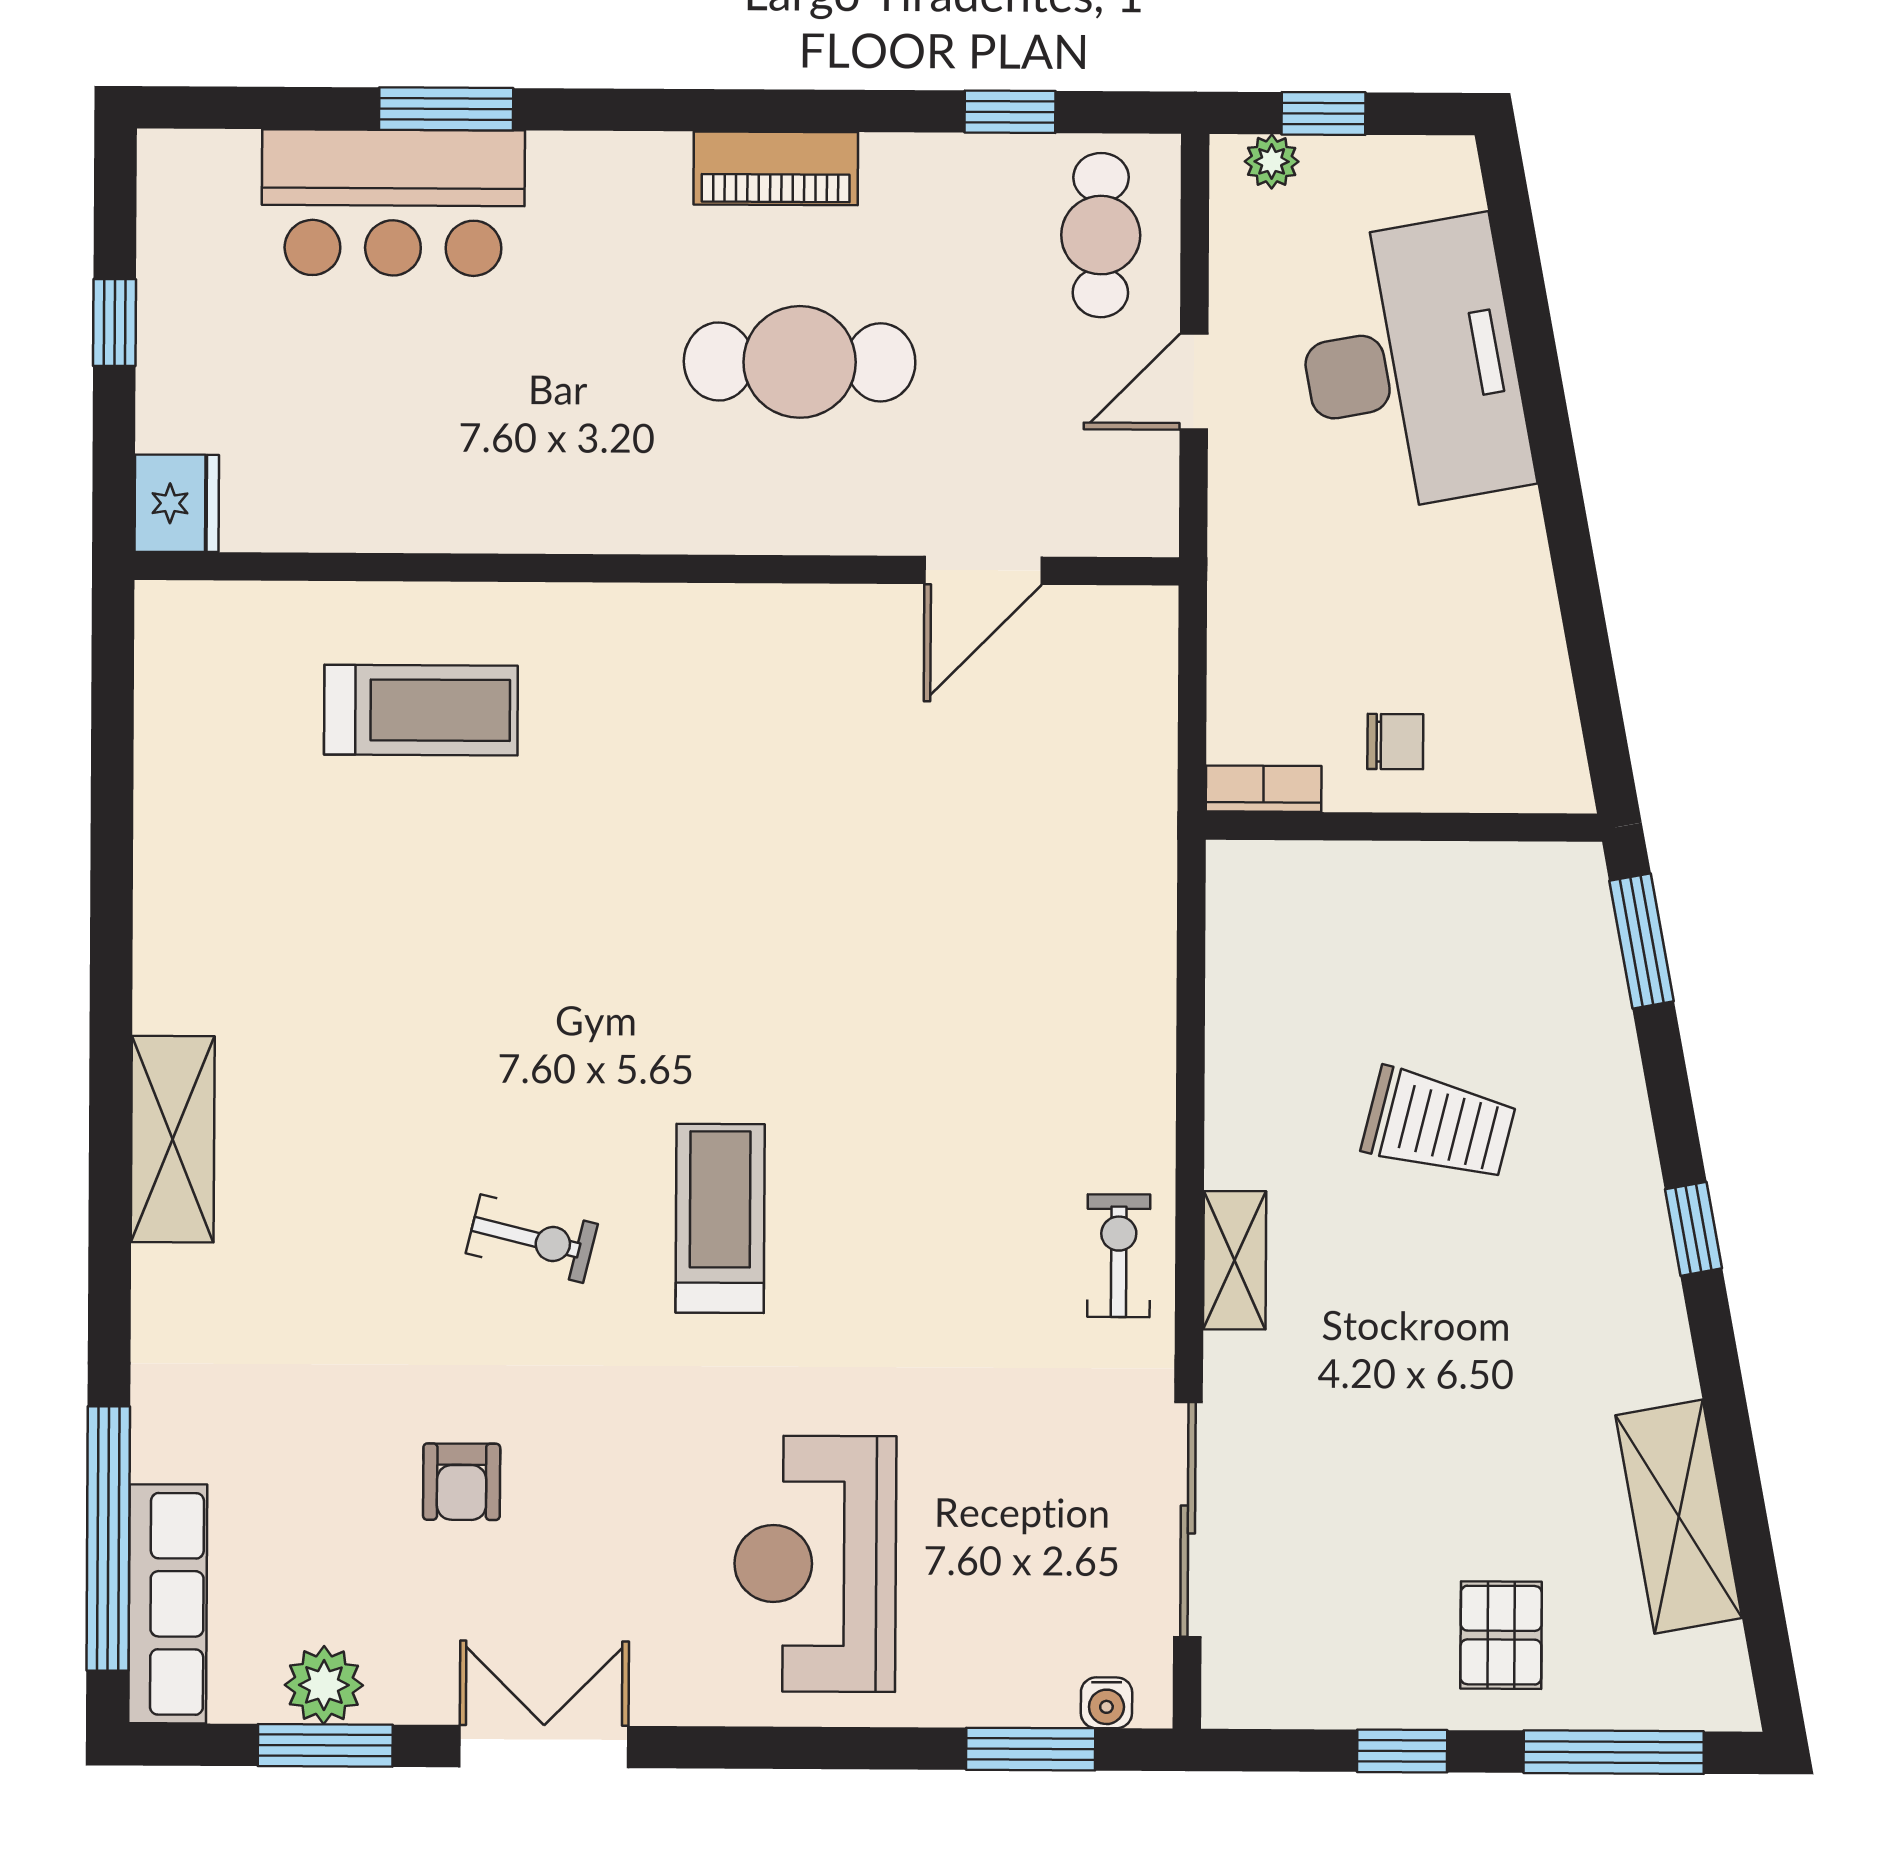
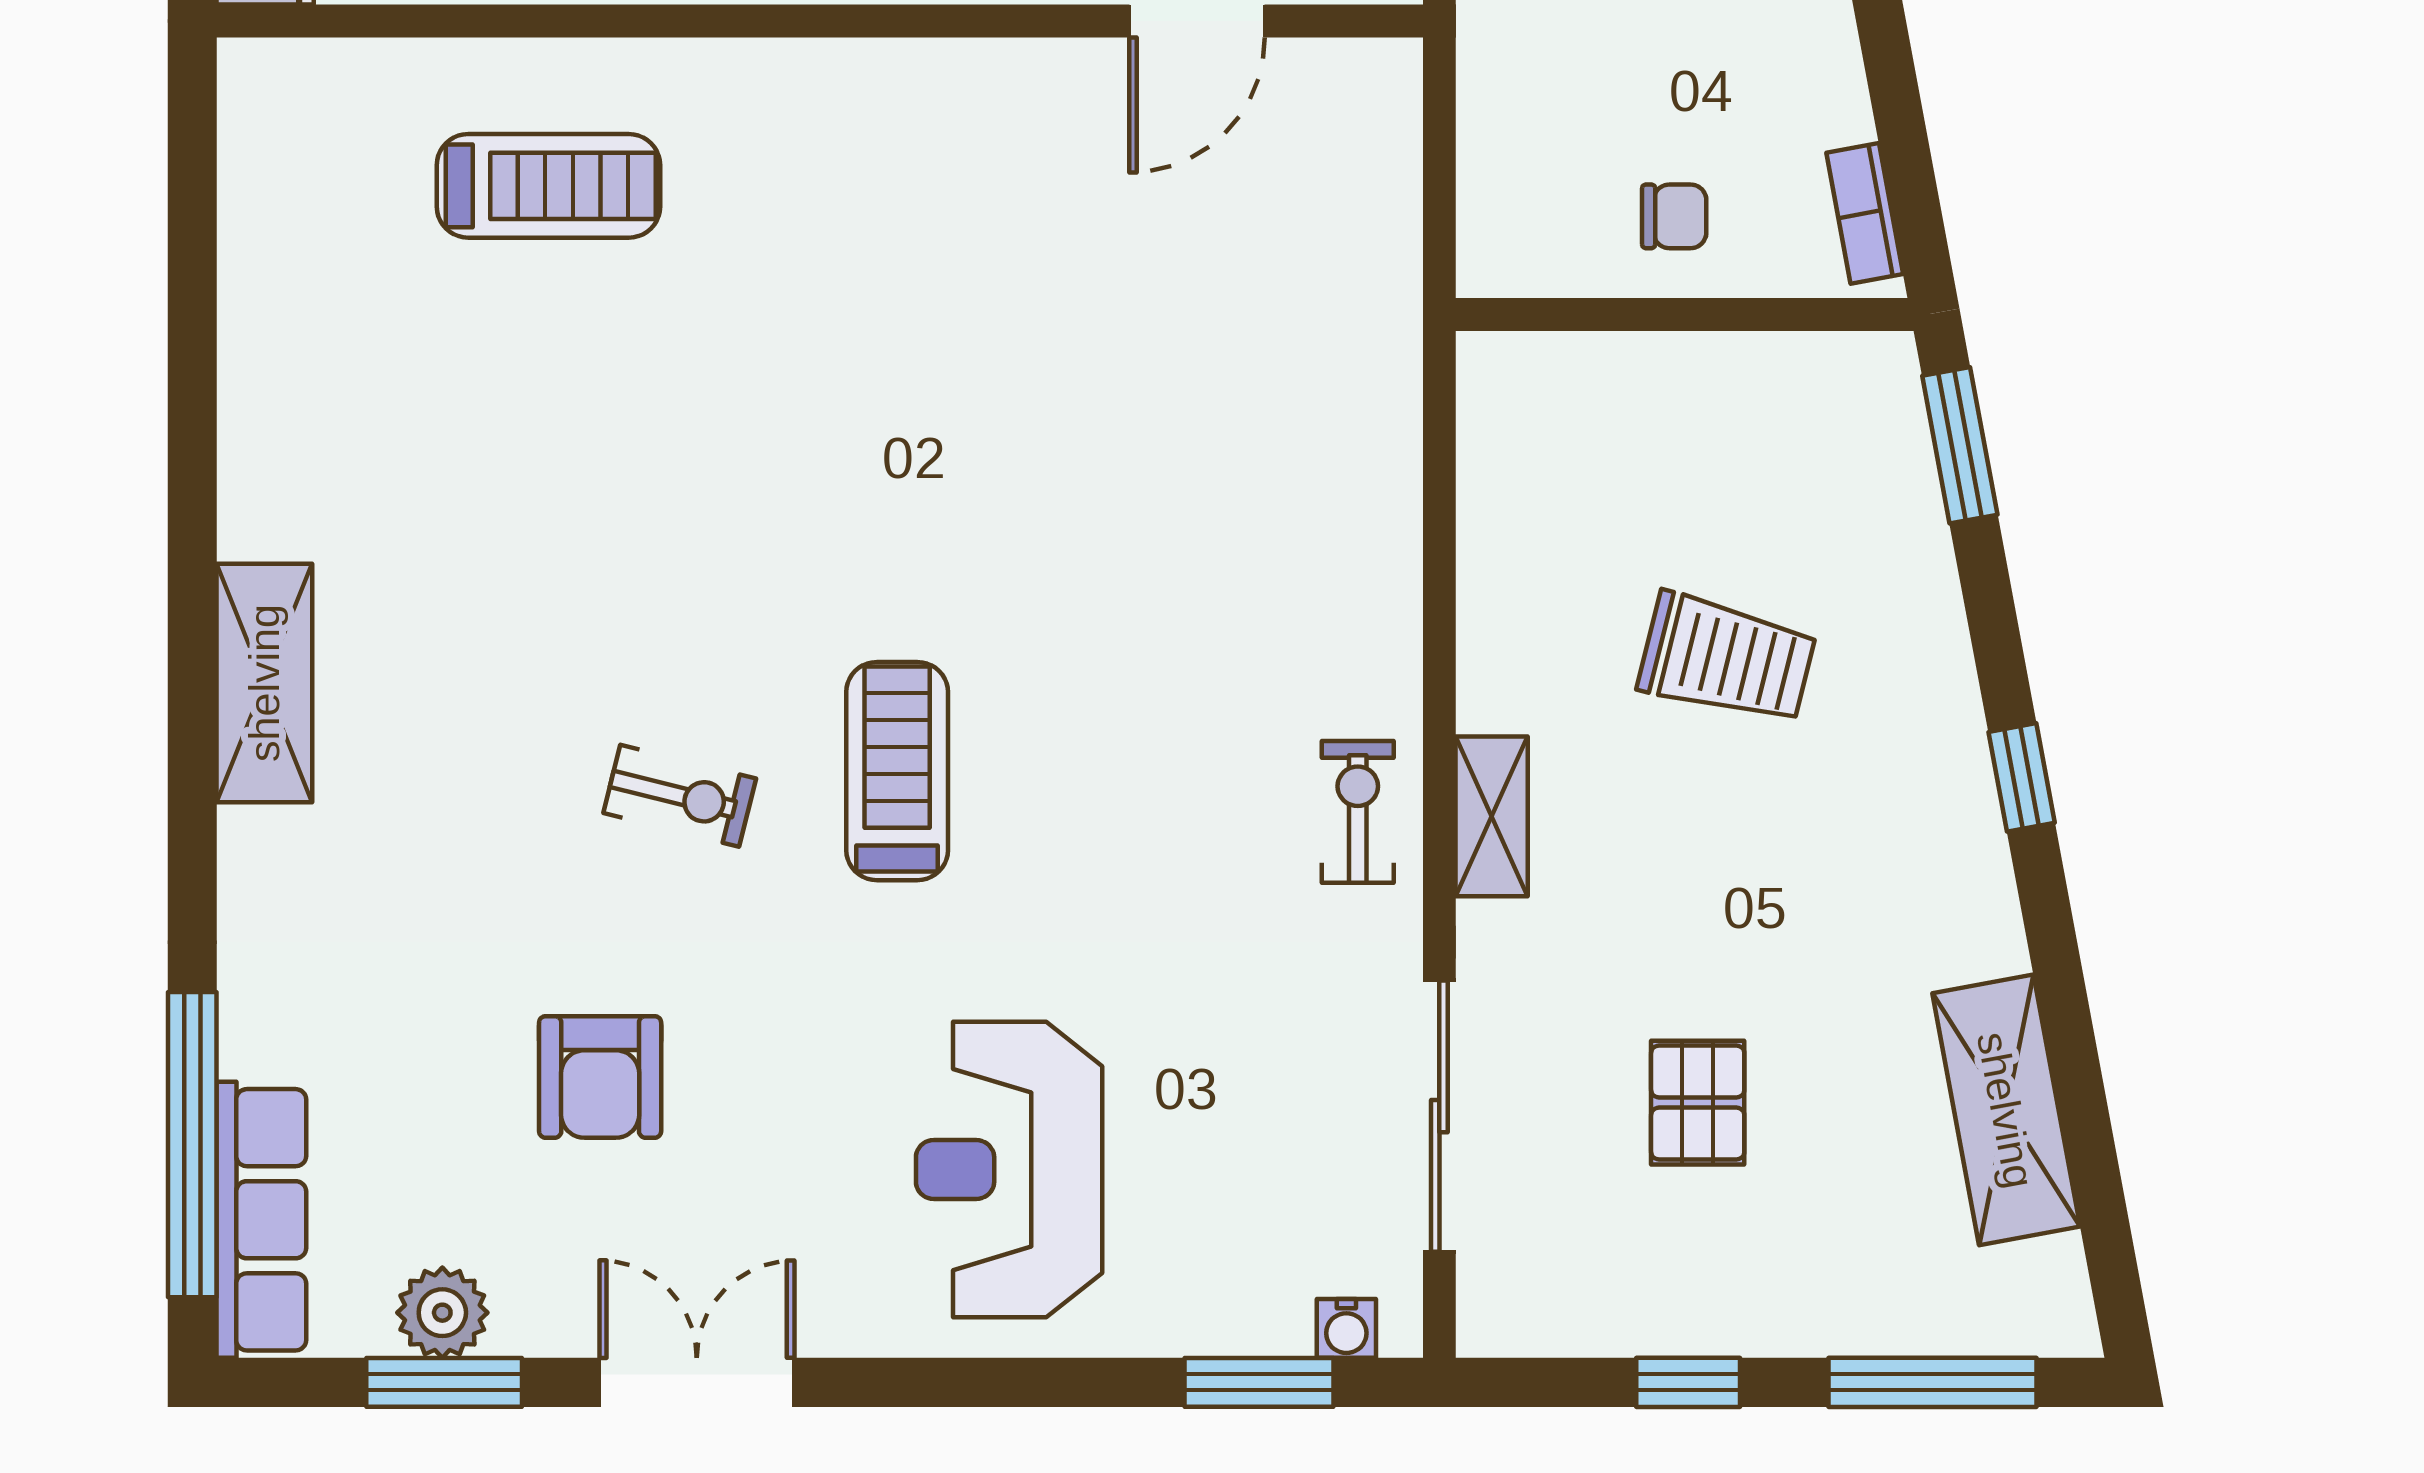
bookcase: (1264, 789) -> (1865, 213), moved, turned -101
armchair: (462, 1482) -> (600, 1077), width x1.38, depth x1.38
pallet: (1501, 1635) -> (1698, 1103), moved

